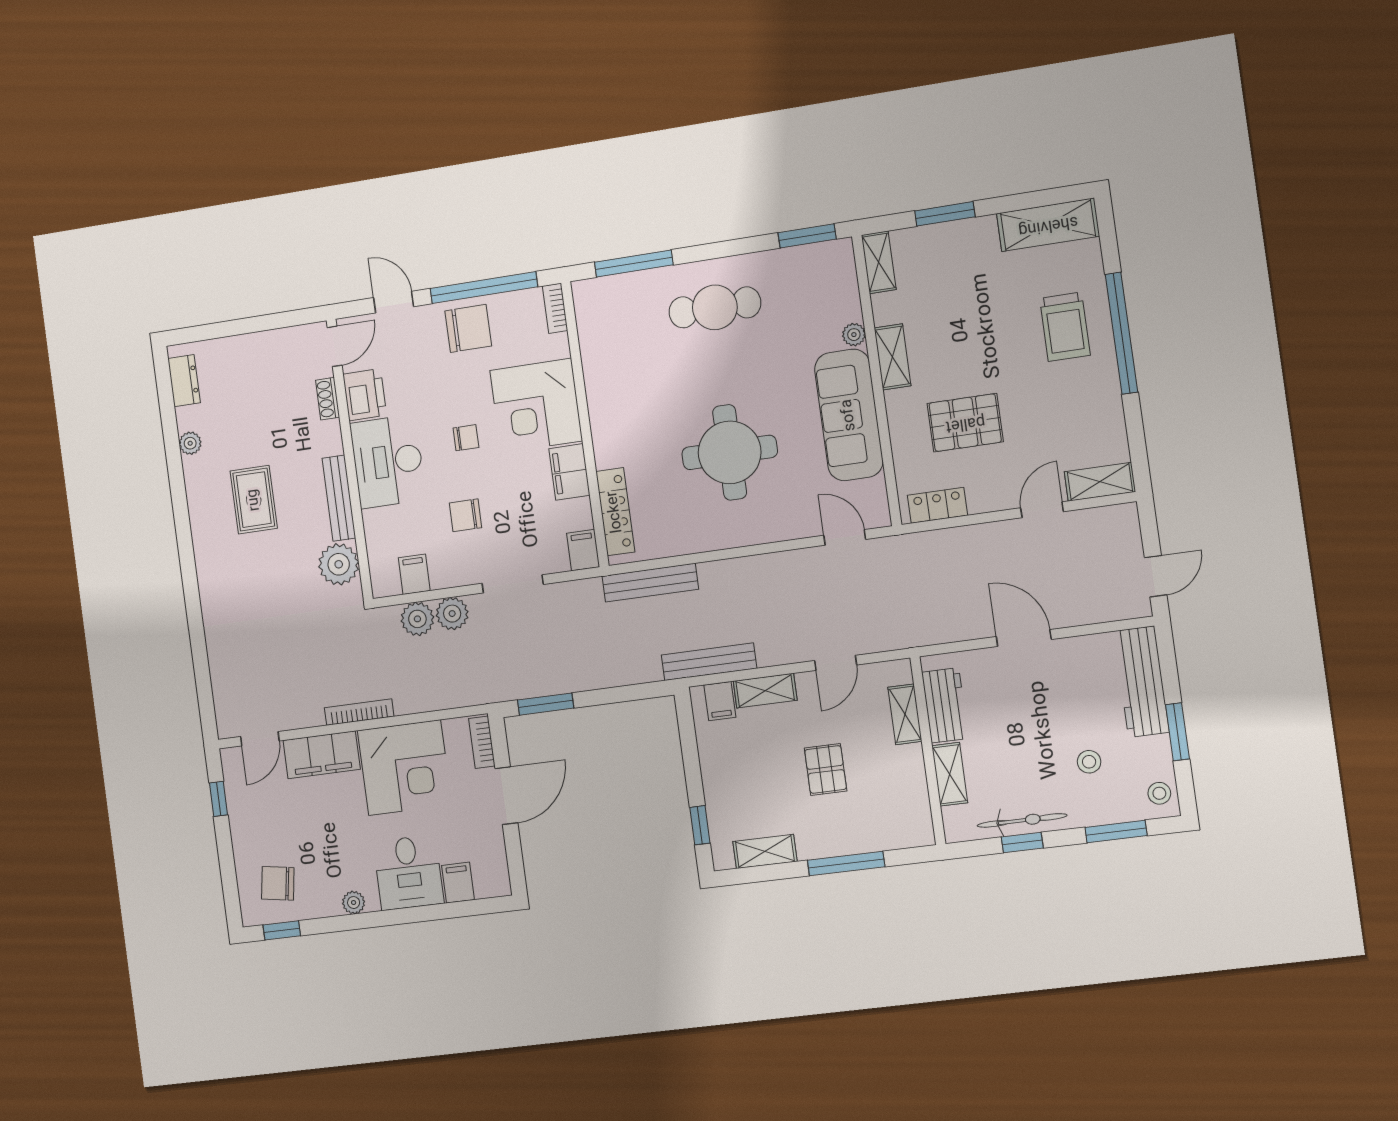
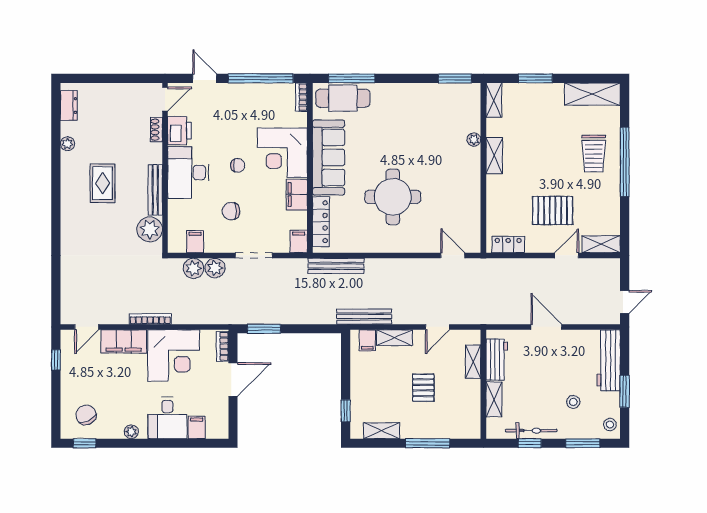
cafe table: (715, 307) -> (343, 98), moved
chair: (468, 328) -> (248, 101), removed
sofa: (849, 415) -> (329, 157), moved, turned 180
pallet: (965, 423) -> (553, 210), moved
chair: (278, 883) -> (86, 415), turned 55

